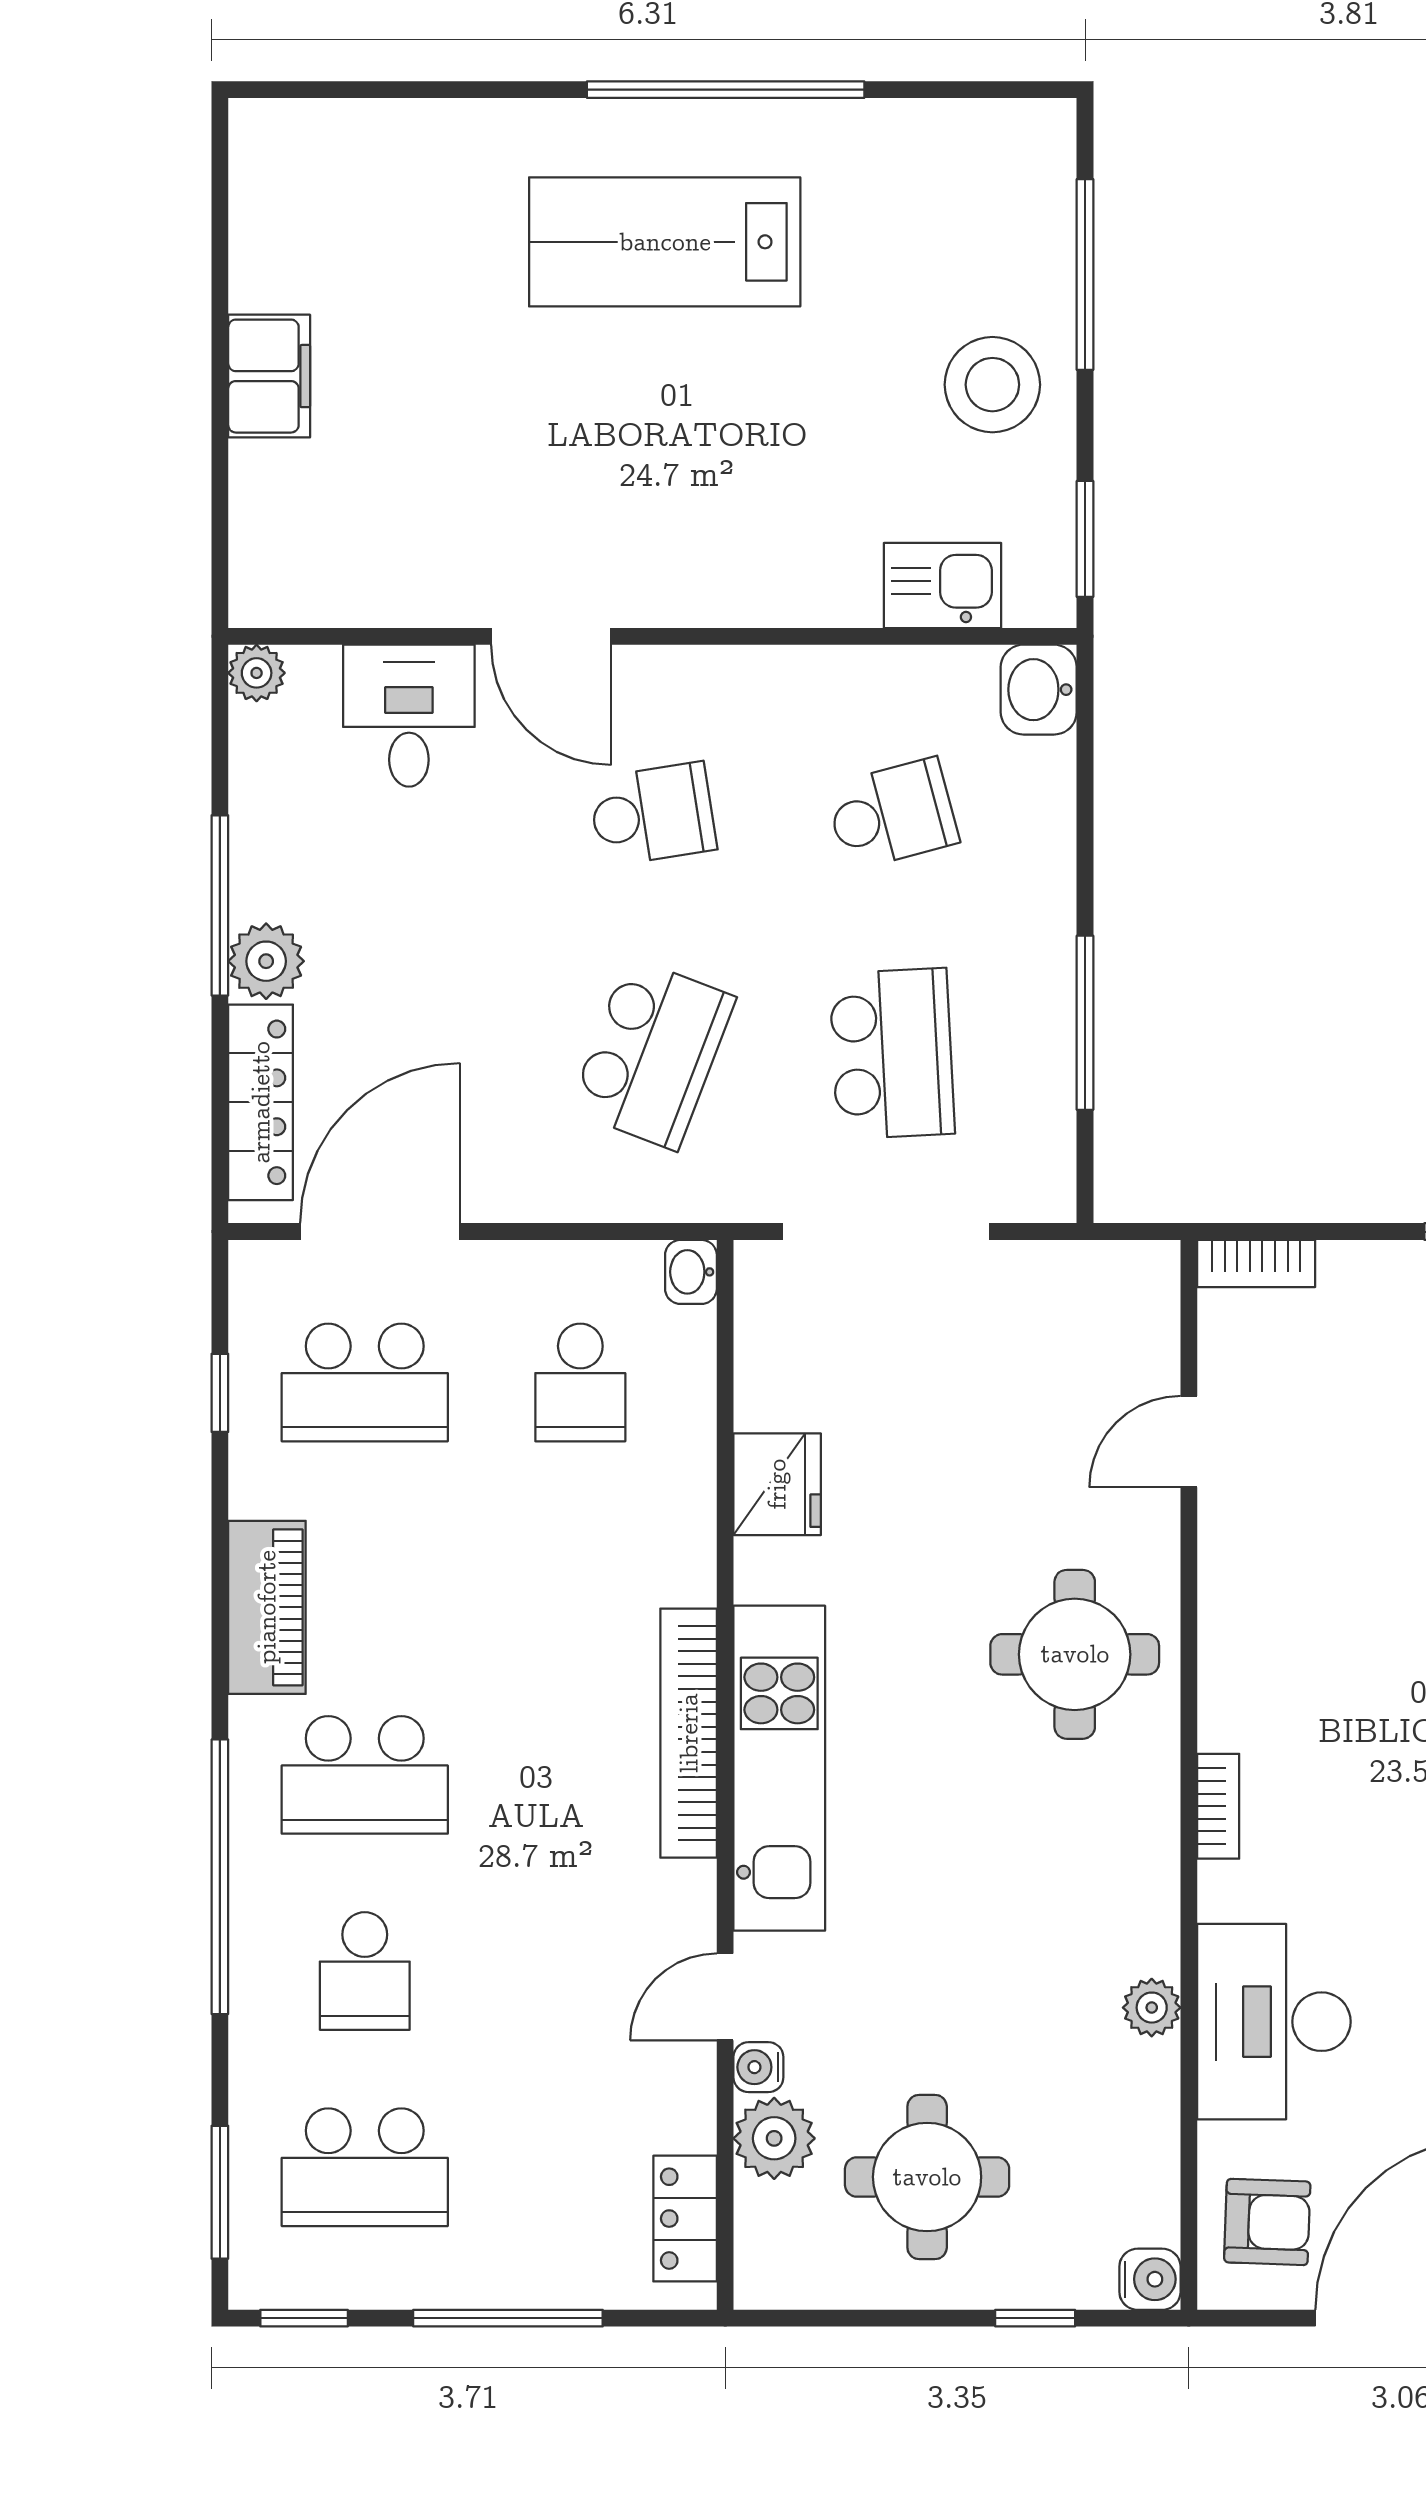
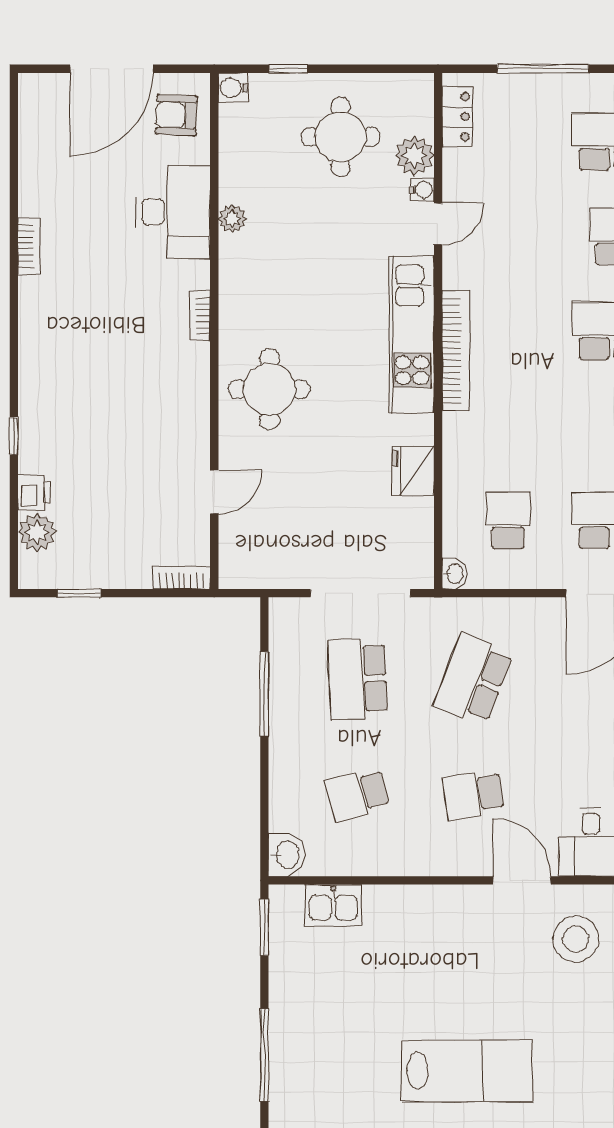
stool: (992, 385) -> (576, 939), moved

